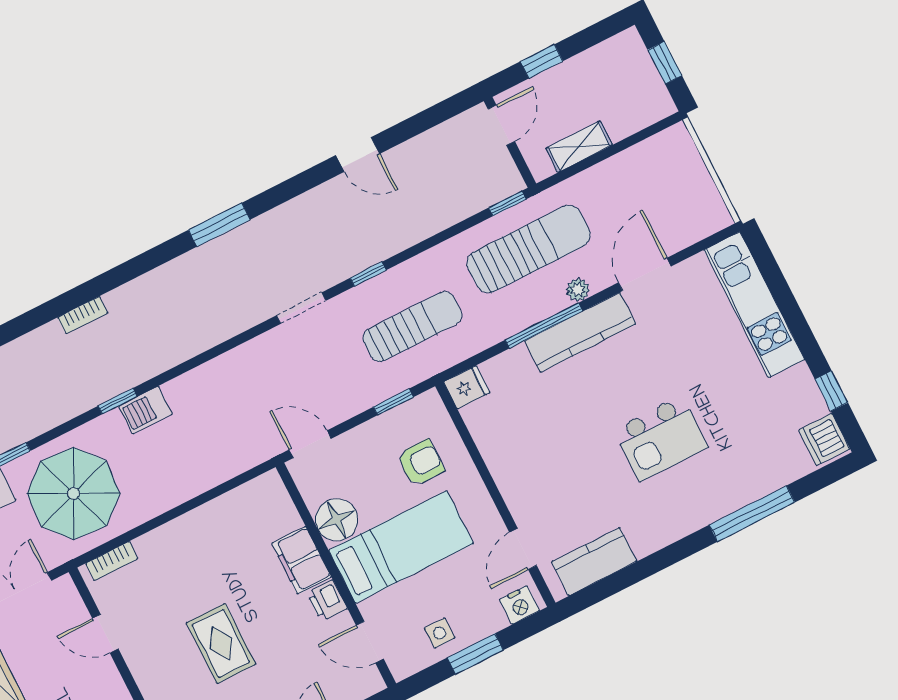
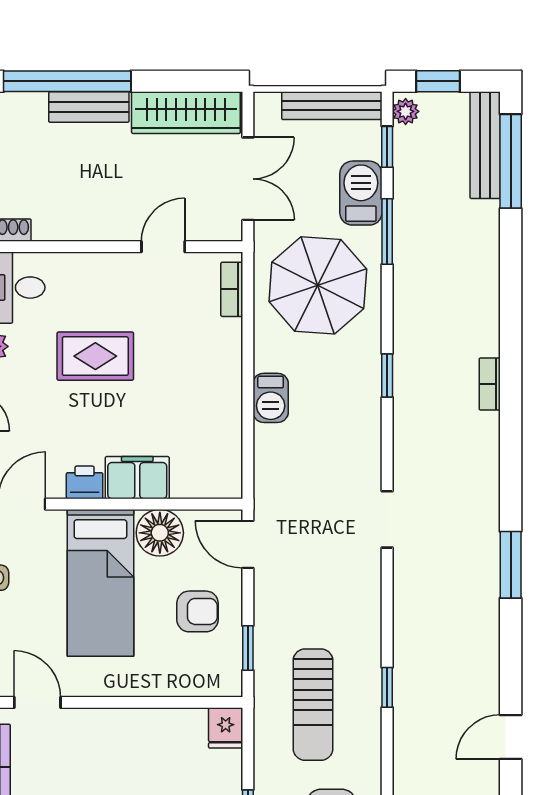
doorway: (301, 308) -> (387, 519), moved
barbecue: (145, 410) -> (271, 398), moved, turned 180
door: (310, 444) -> (248, 544), swing flipped
armchair: (421, 463) -> (197, 611), moved, turned -90

